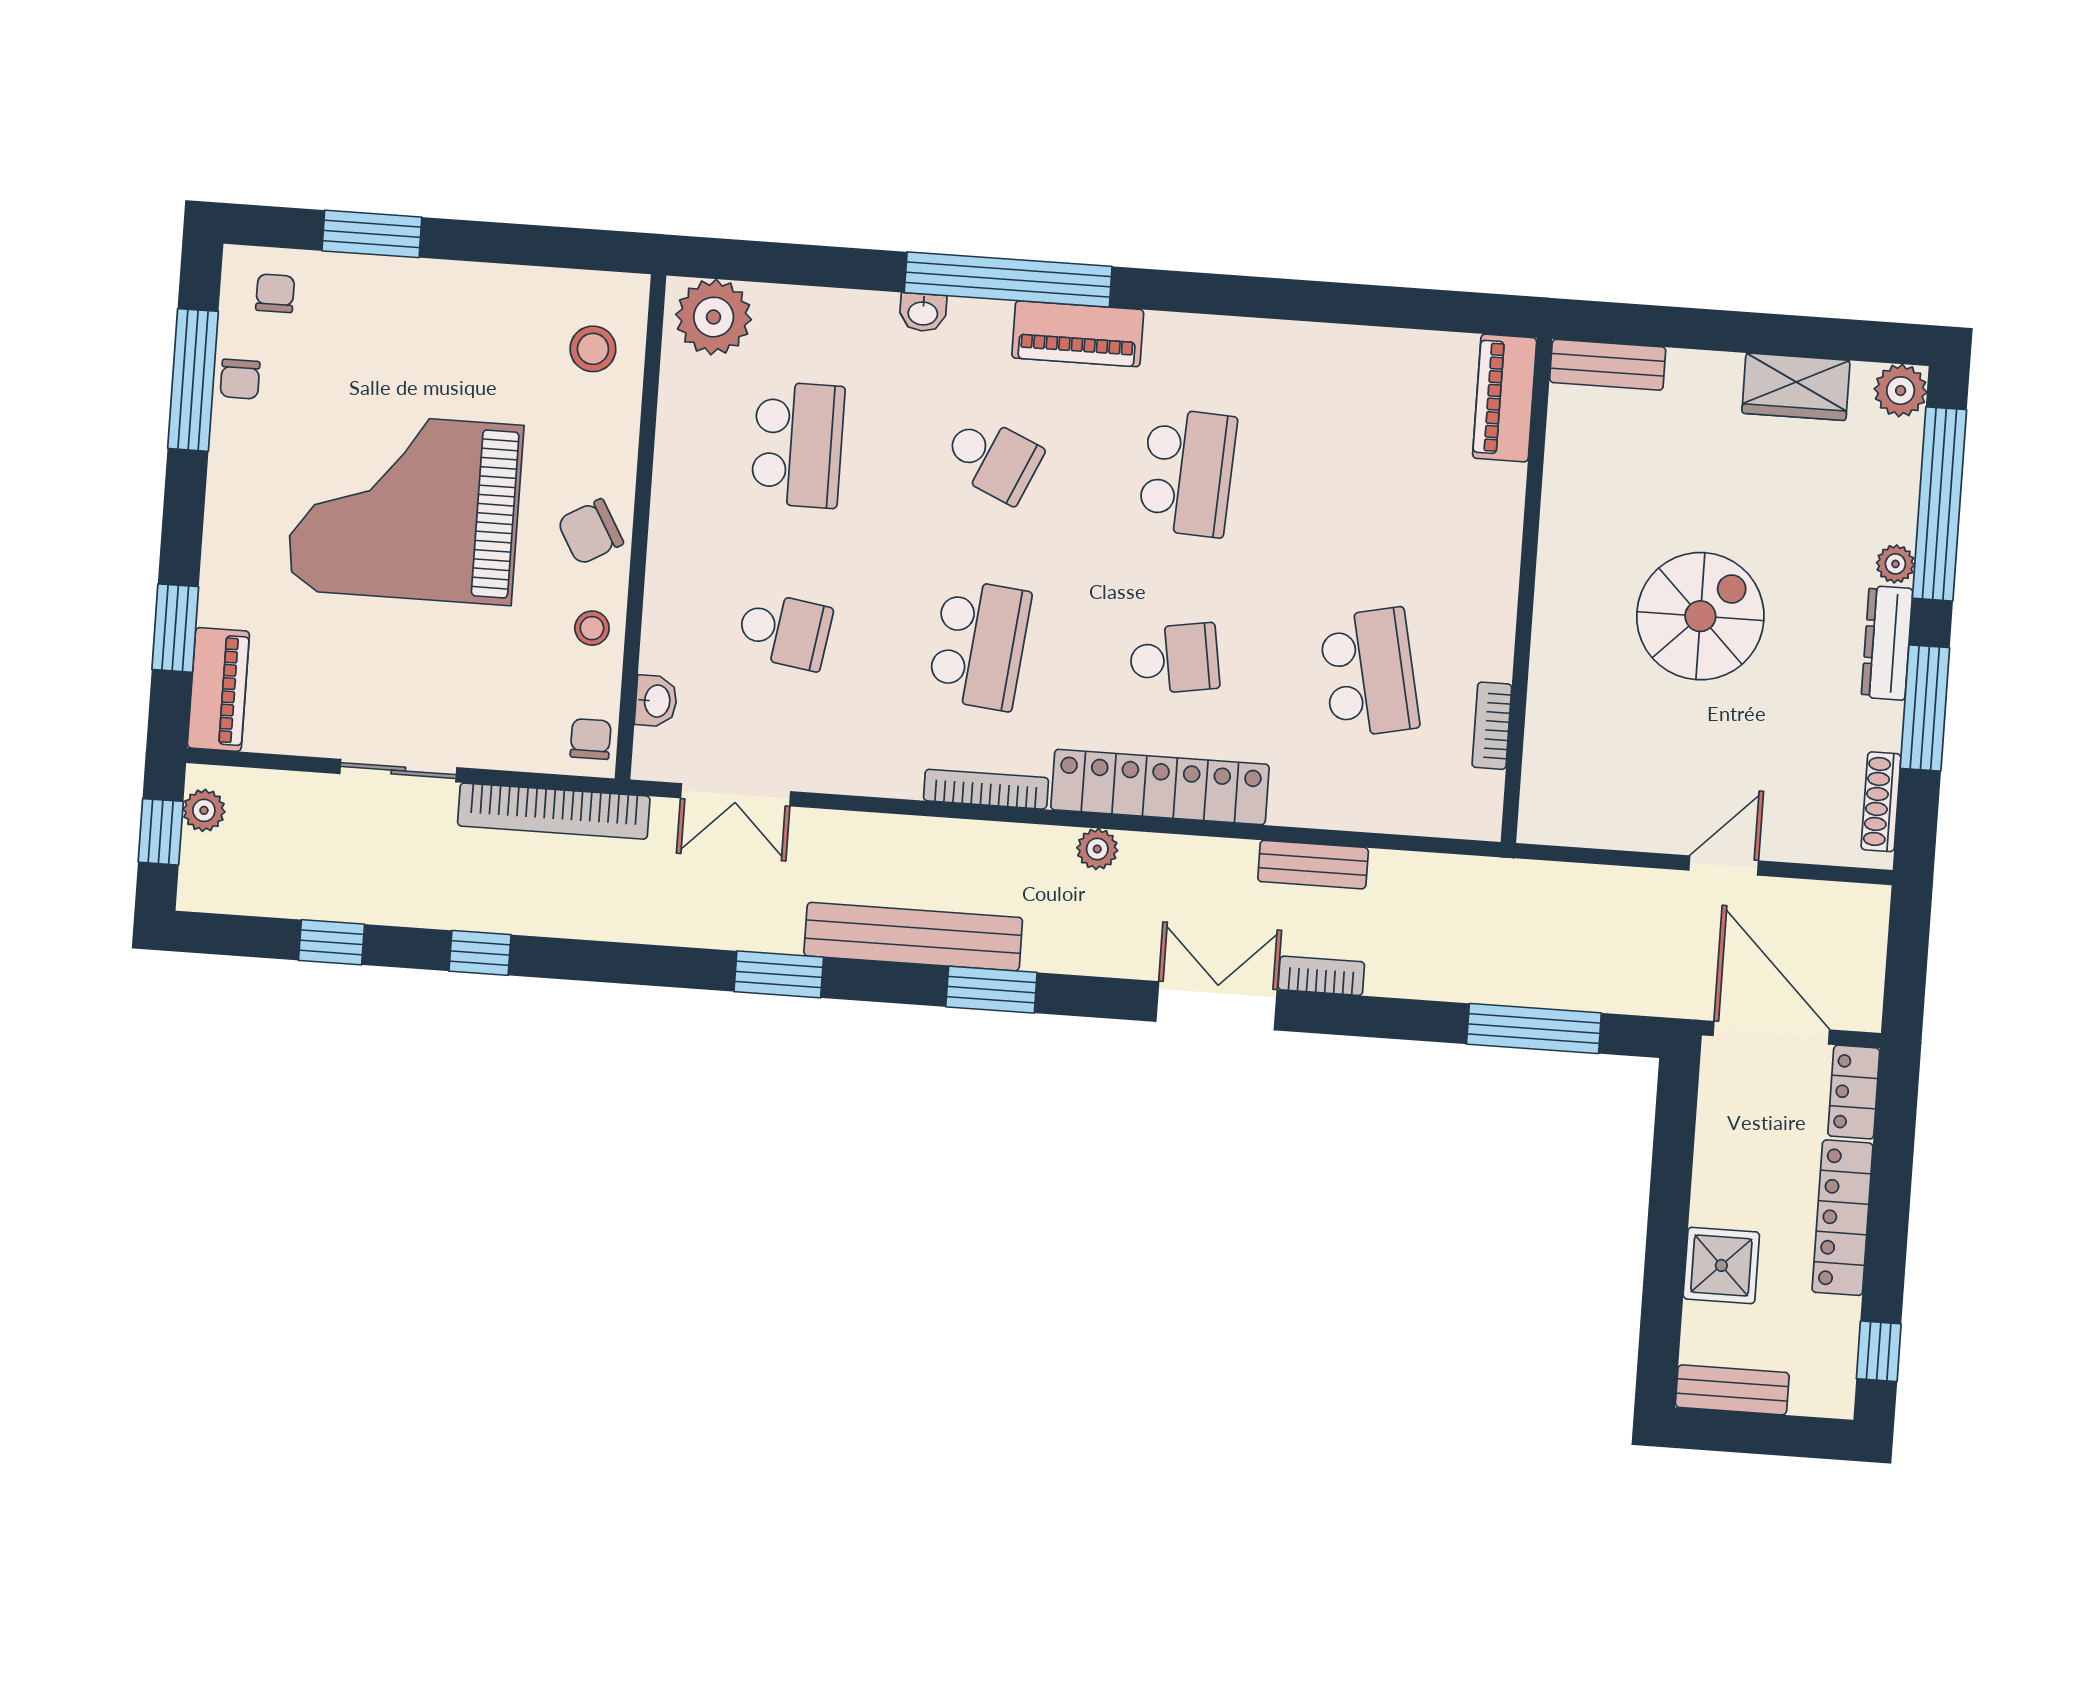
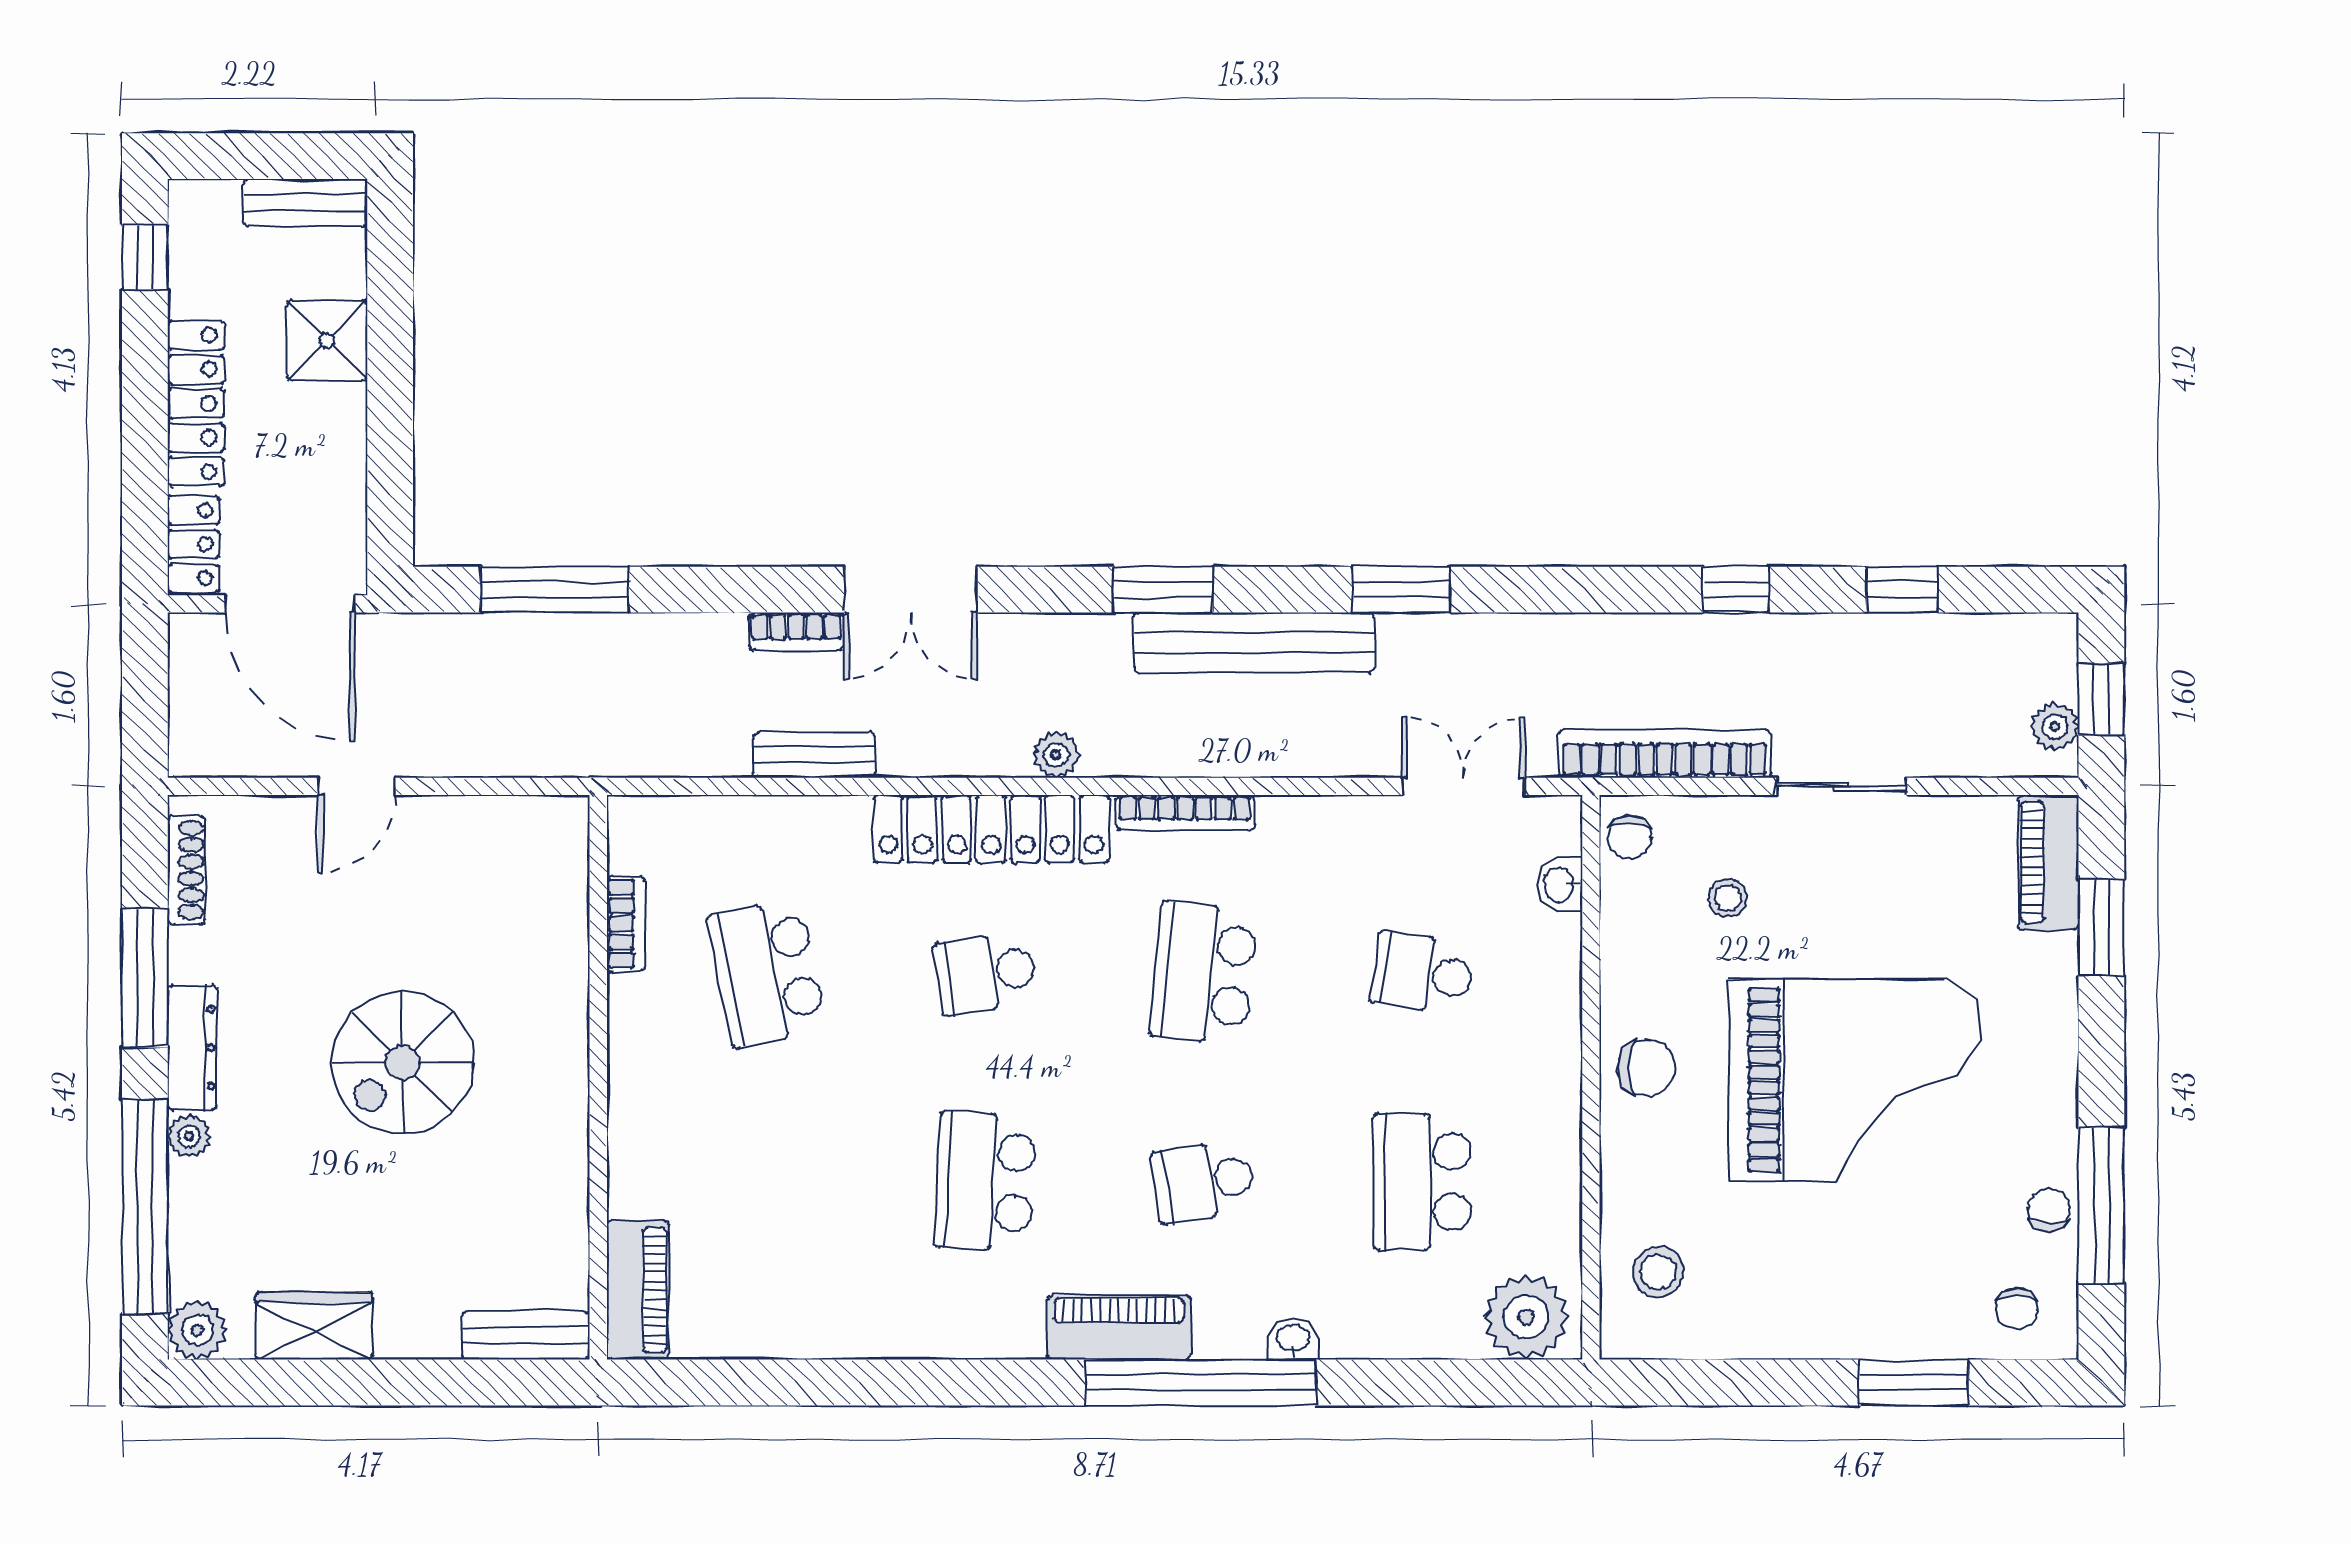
school desk: (993, 459) -> (1204, 1182), turned -33
chair: (590, 532) -> (1646, 1068), turned 30
stool: (592, 628) -> (1728, 898), moved

